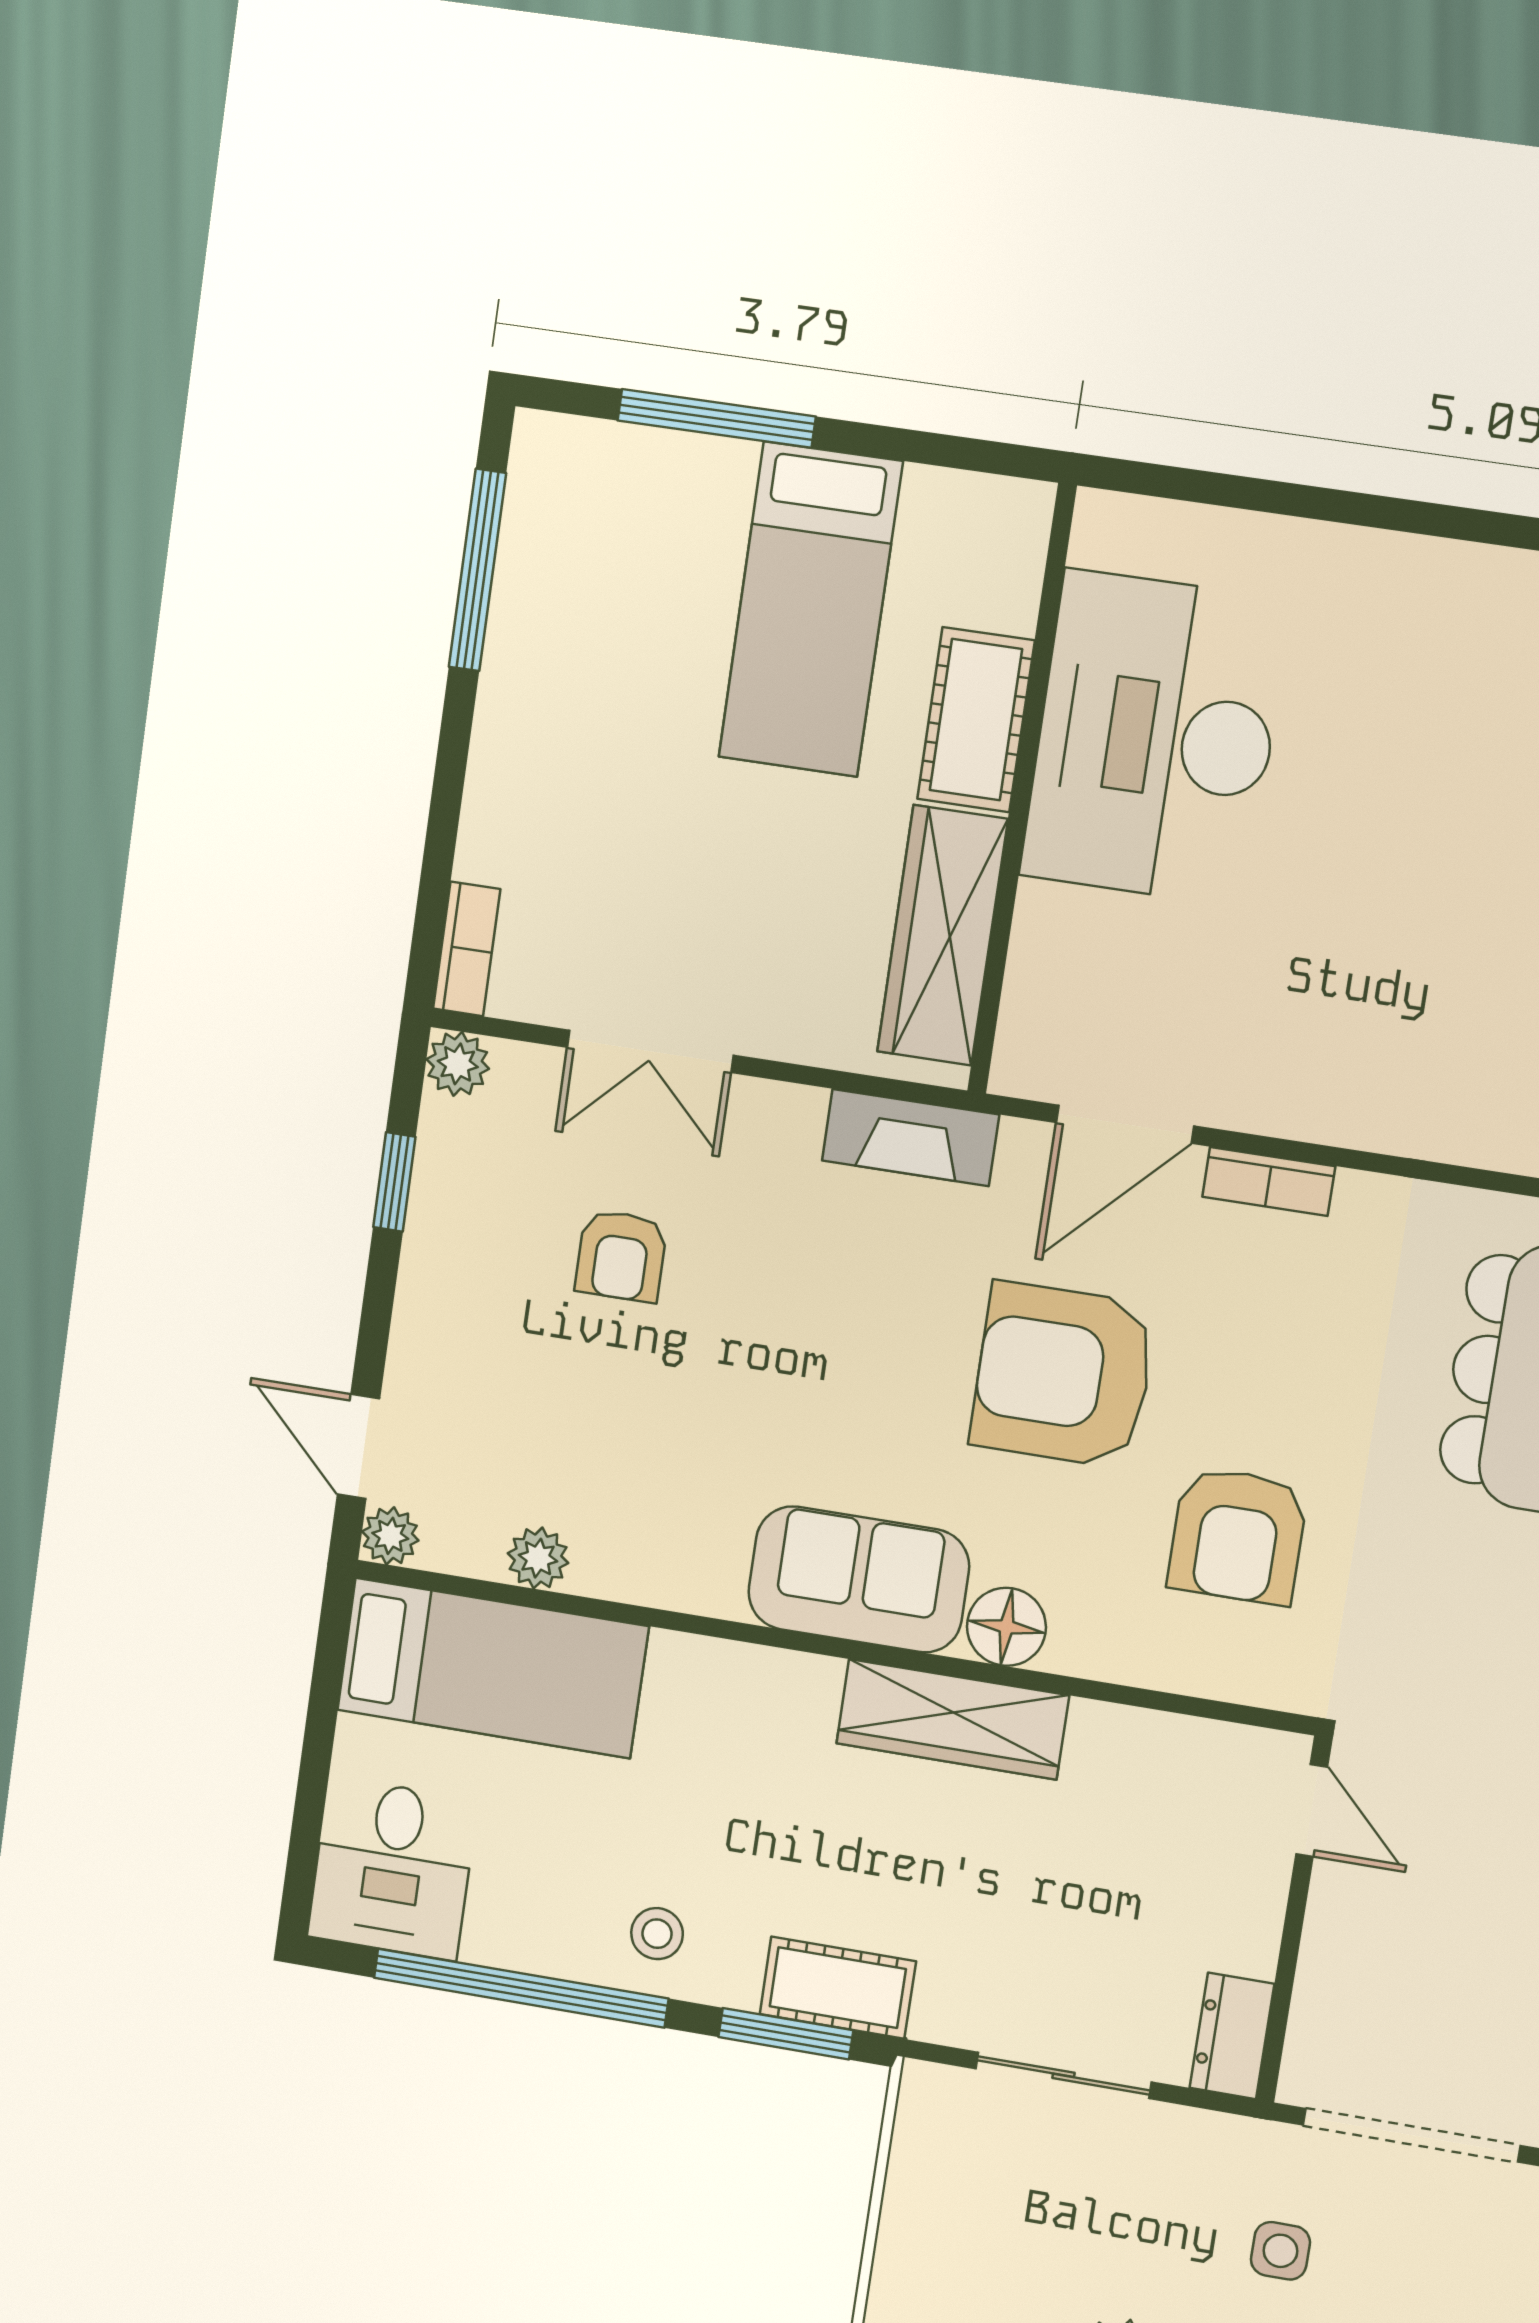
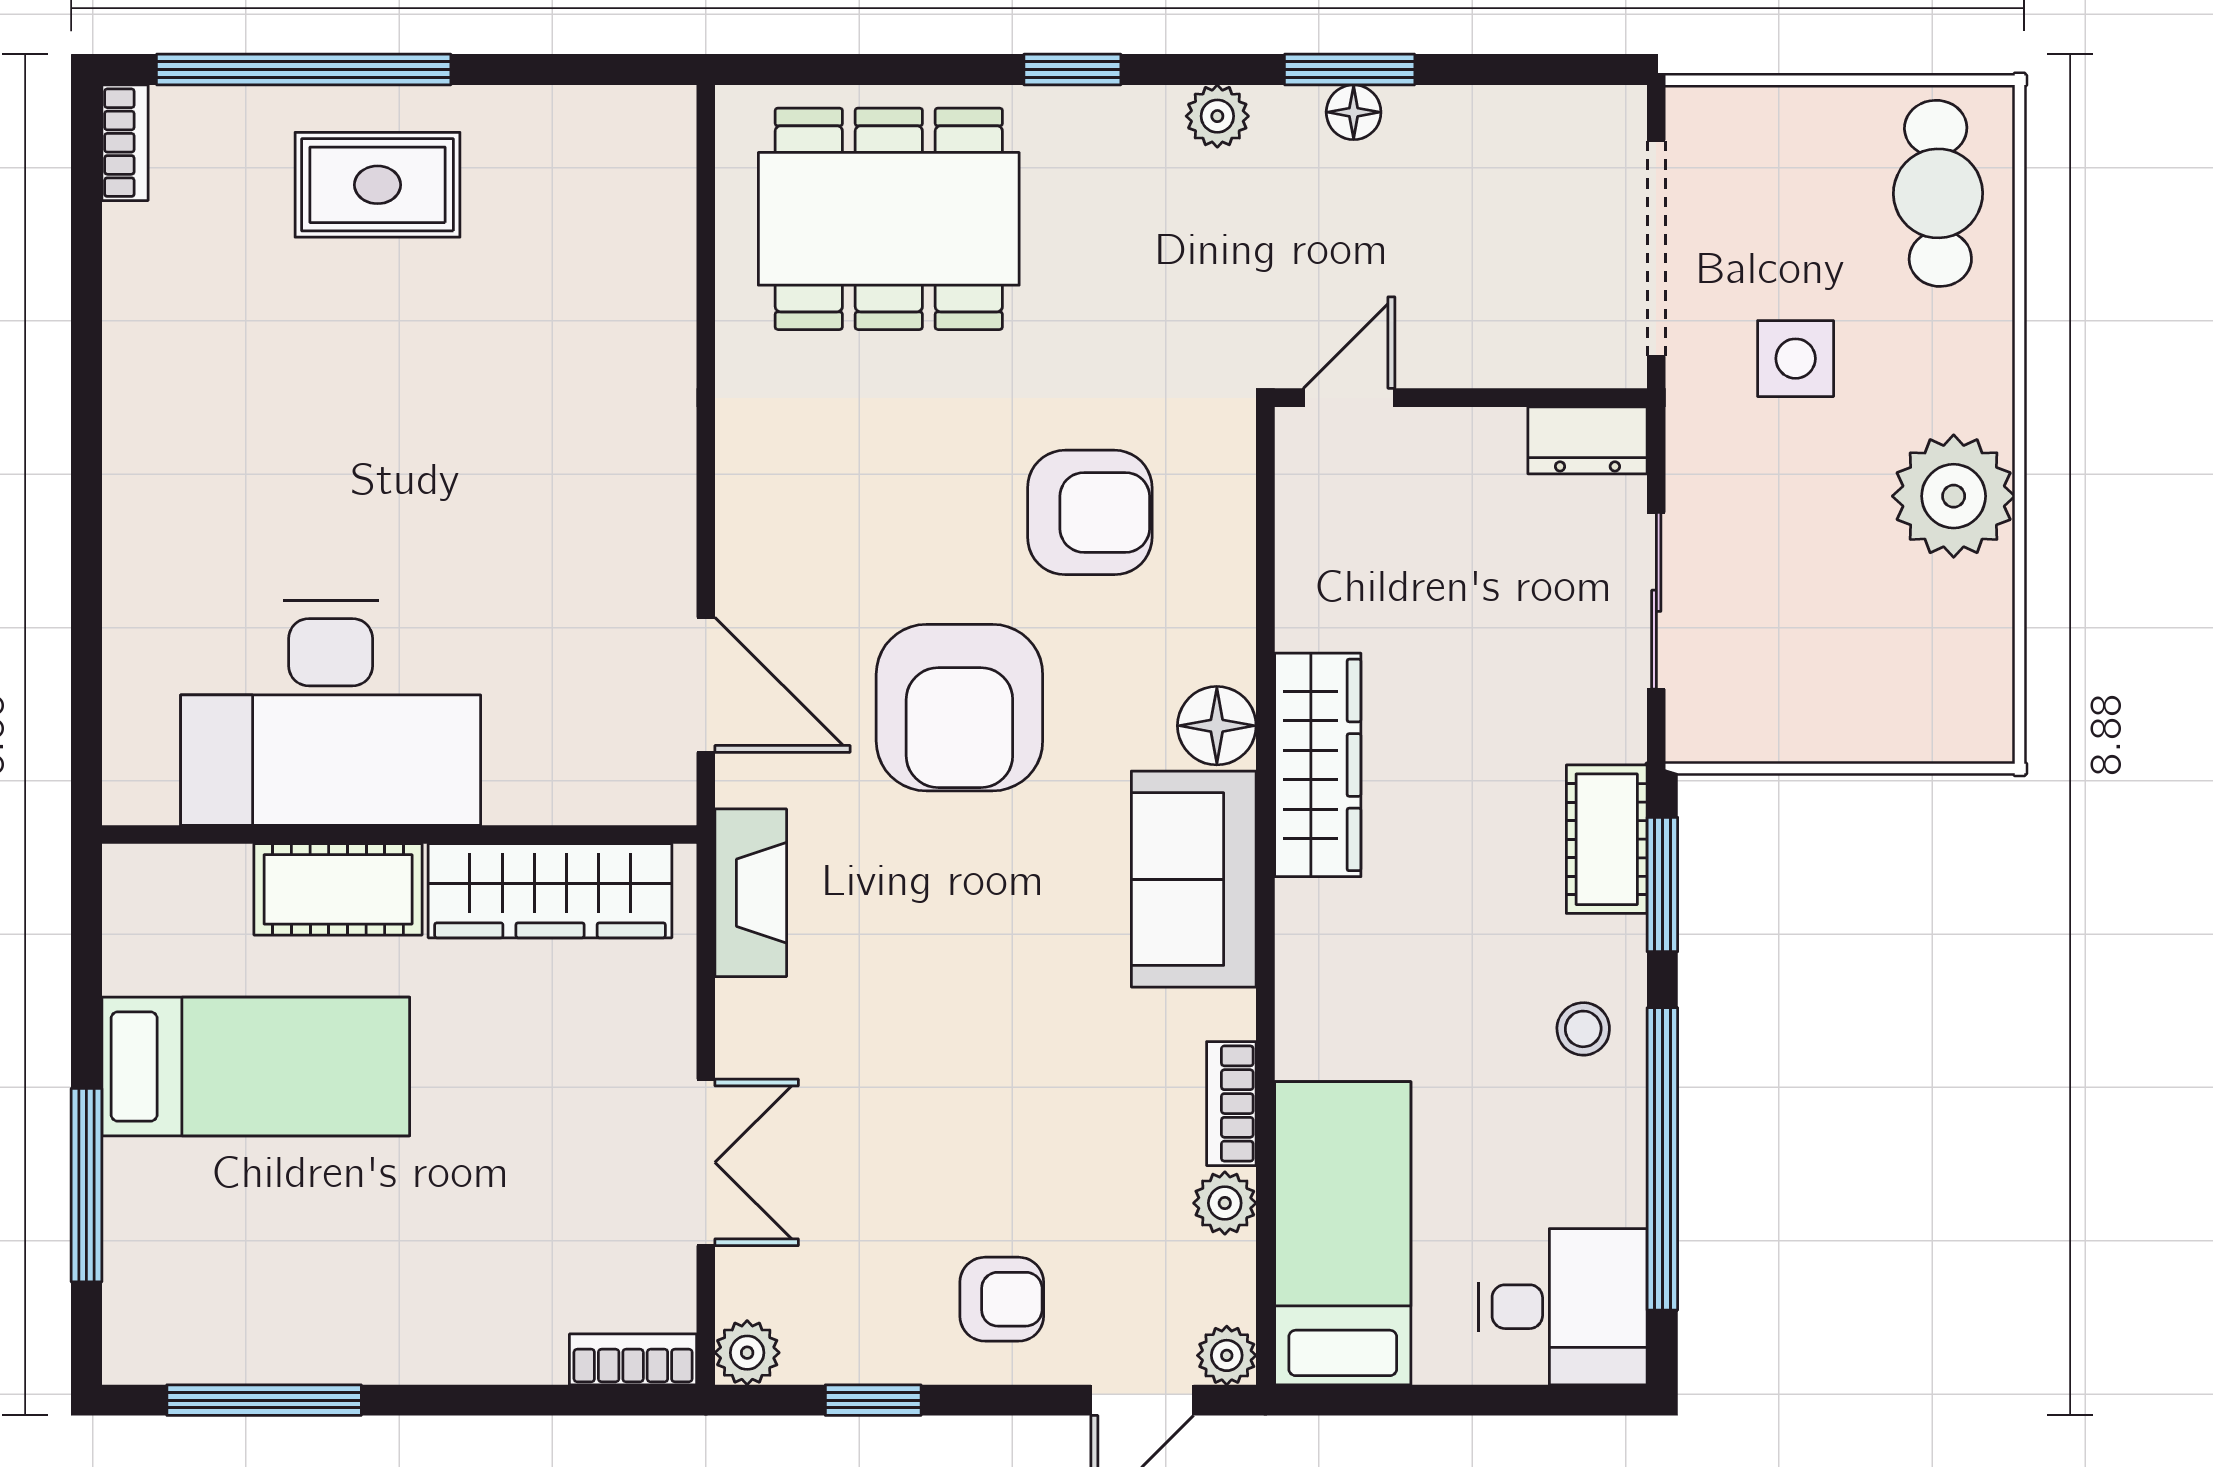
bookcase: (1269, 1181) -> (1231, 1104), moved, turned 180
armchair: (621, 1256) -> (1002, 1299), moved
side table: (1280, 2251) -> (1796, 359), width x1.37, depth x1.37

